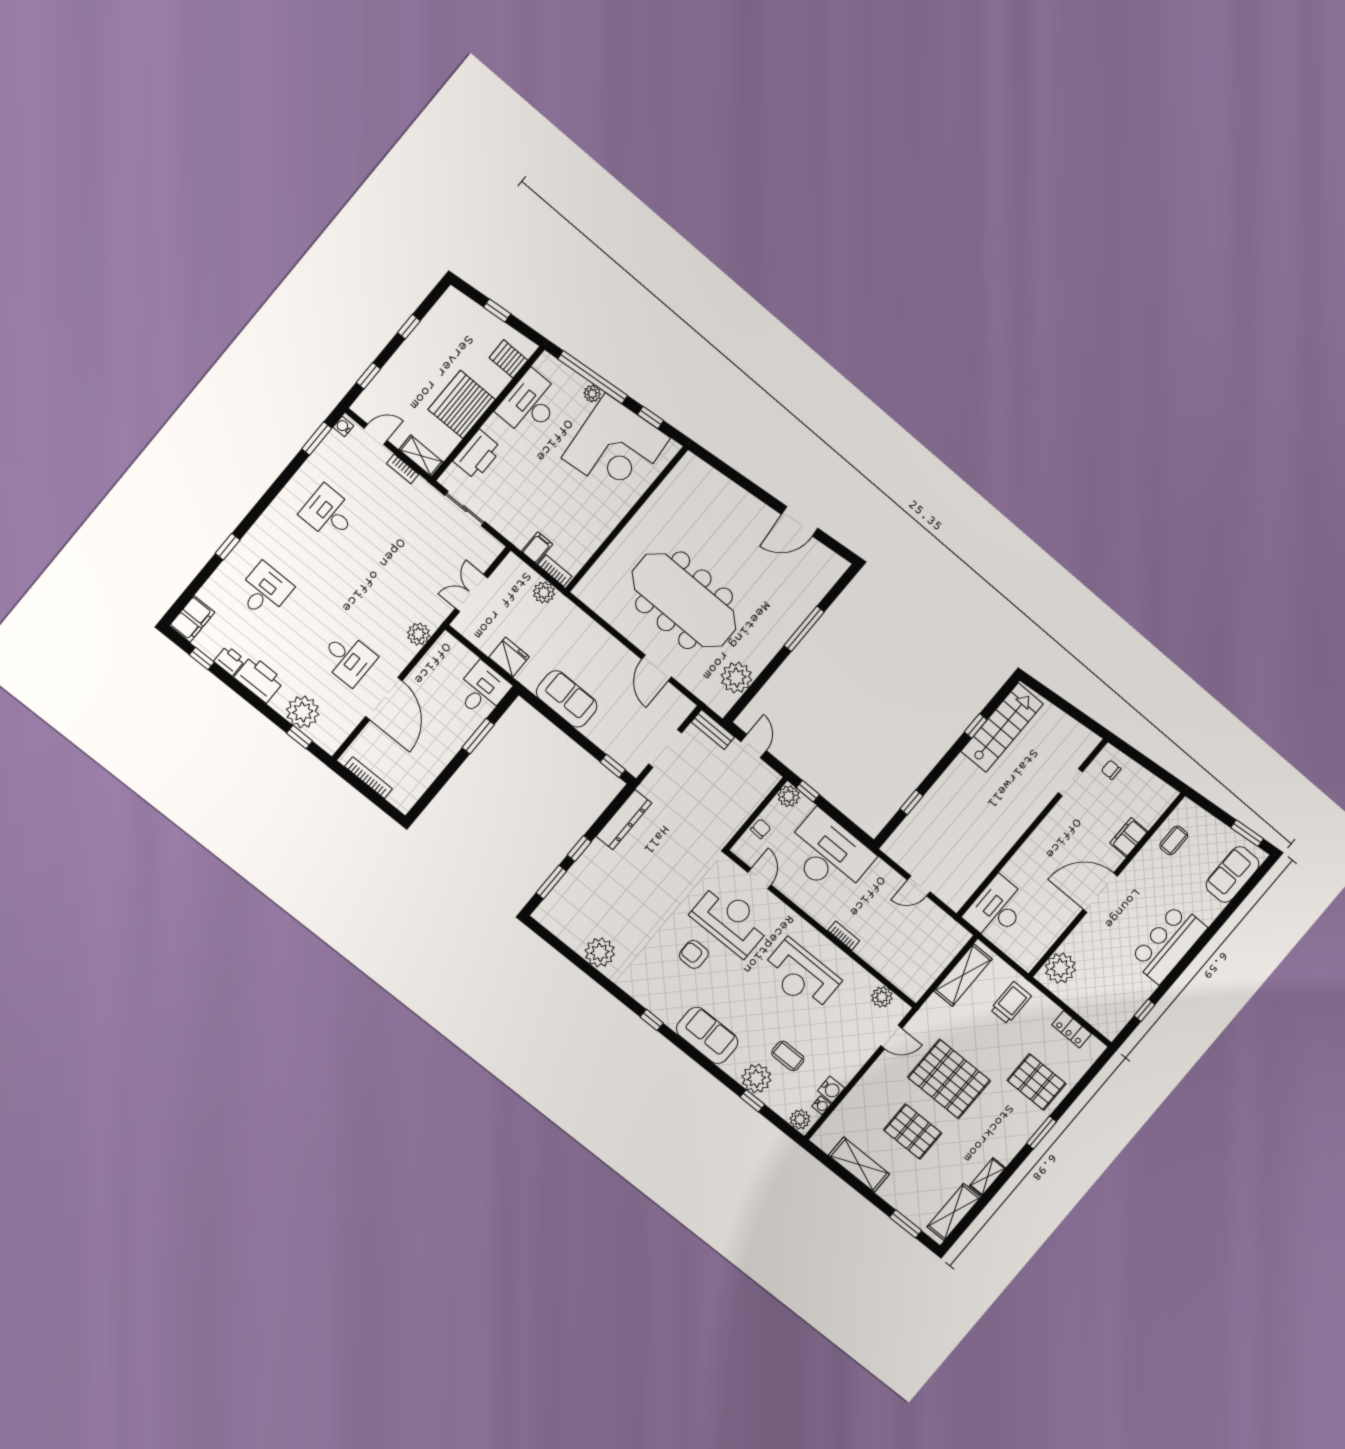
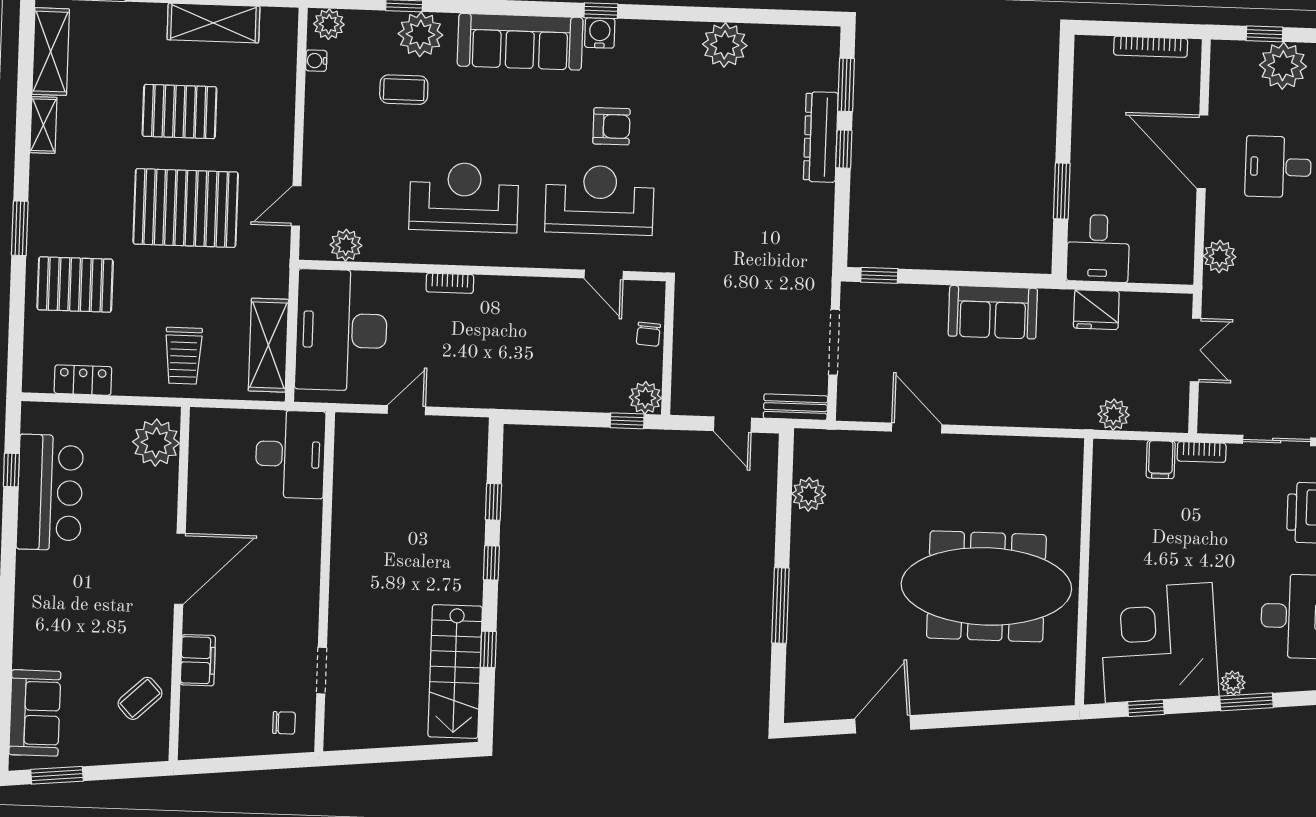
window: (593, 377) -> (1246, 702), width x0.47
bookcase: (555, 571) -> (1202, 452), moved
meeting table: (684, 600) -> (986, 586), moved
plant: (736, 678) -> (809, 494), width x0.73, depth x0.73
window: (938, 771) -> (491, 563), added
dresser: (624, 820) -> (821, 137), moved
coffee table: (1174, 840) -> (140, 698), turned 47
desk: (828, 854) -> (341, 330), moved, turned 90
reception desk: (731, 920) -> (600, 200), turned 180
bar counter: (1168, 944) -> (50, 492), moved
sofa: (707, 1035) -> (520, 42), width x1.36
water cooler: (831, 1089) -> (600, 33), moved, turned 90

